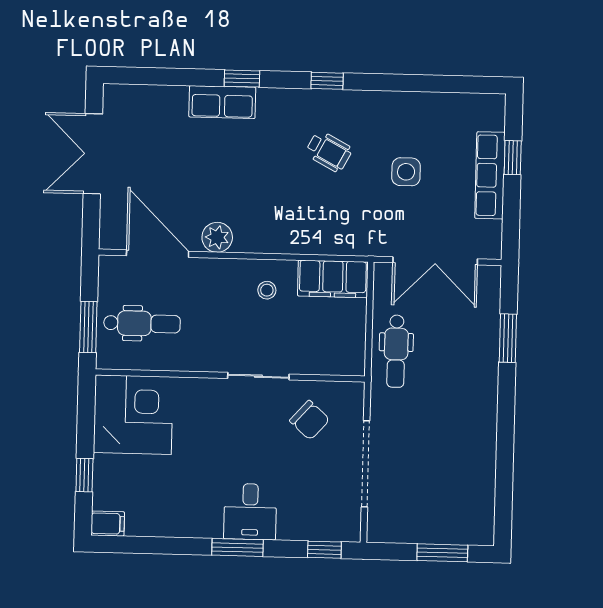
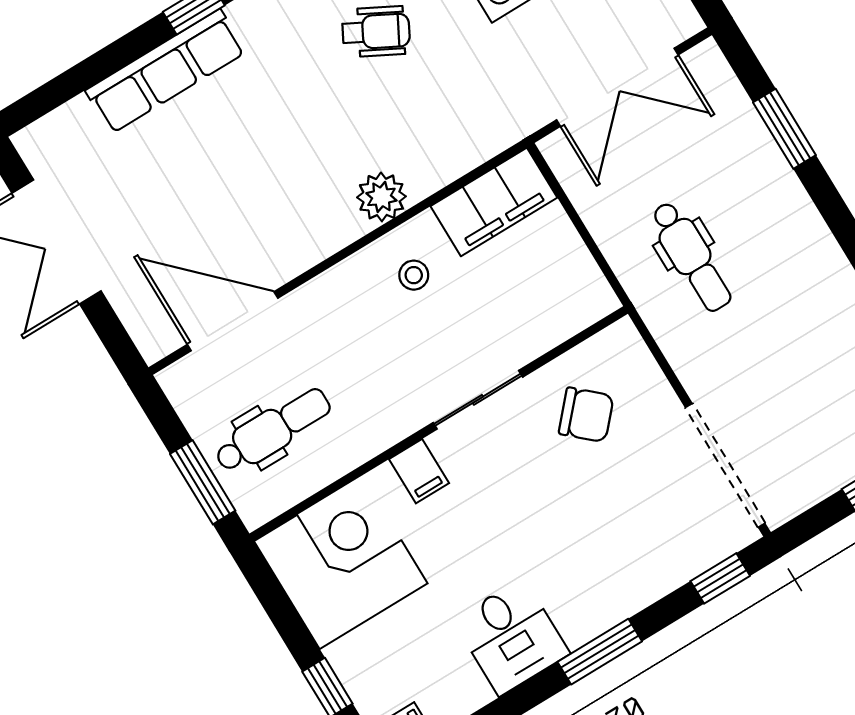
row of seats: (222, 102) -> (166, 71), width x1.48
plant: (217, 237) -> (381, 197), moved
dental chair: (396, 351) -> (691, 257), moved
filing cabinet: (204, 394) -> (419, 471), added
doorway: (366, 464) -> (725, 465), moved
desk: (250, 512) -> (511, 637), moved

